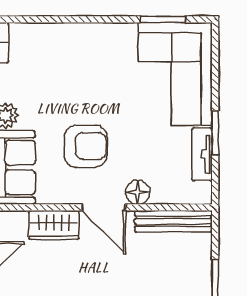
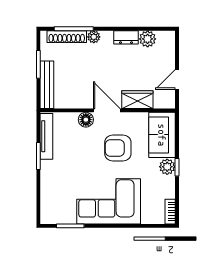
corner sofa: (175, 74) -> (109, 201), moved, turned -90
tv unit: (202, 154) -> (46, 136), width x1.41
bench: (173, 221) -> (47, 85), moved, turned 90

